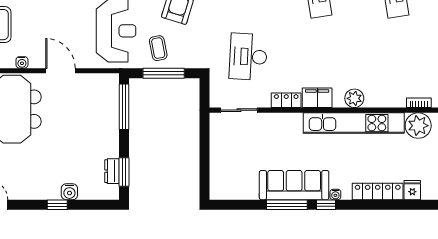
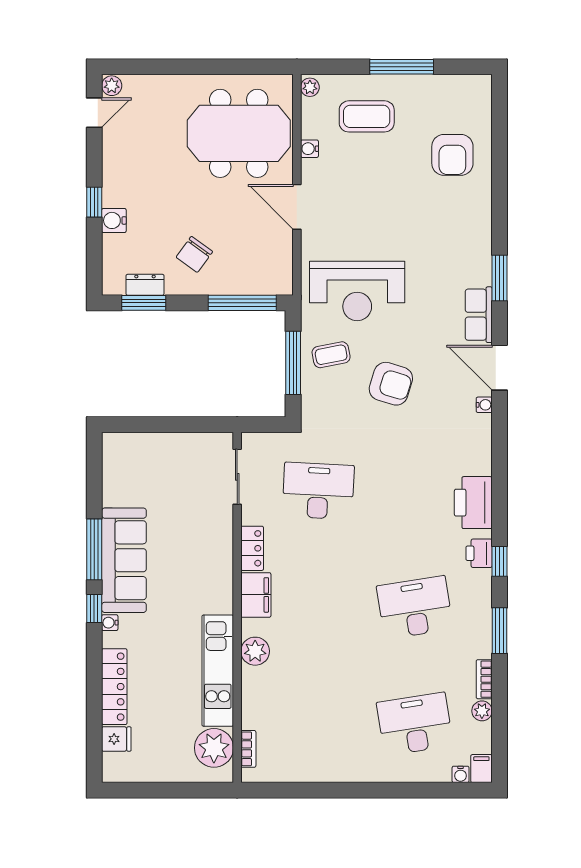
door: (60, 71) -> (297, 207), swing flipped
kitchen unit: (354, 123) -> (218, 671), width x0.73
chair: (92, 139) -> (194, 254), added

